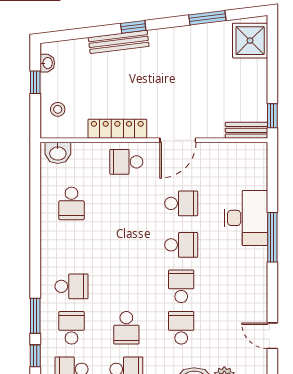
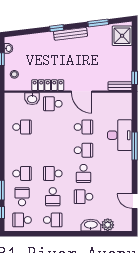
bench: (119, 42) -> (70, 34), moved
door: (178, 140) -> (82, 92), hinge flipped
washbasin: (58, 153) -> (32, 99), moved
school desk: (71, 203) -> (22, 127), turned -90
school desk: (126, 286) -> (53, 173), added
school desk: (181, 286) -> (84, 173), turned 180
school desk: (181, 328) -> (84, 197), turned -90

